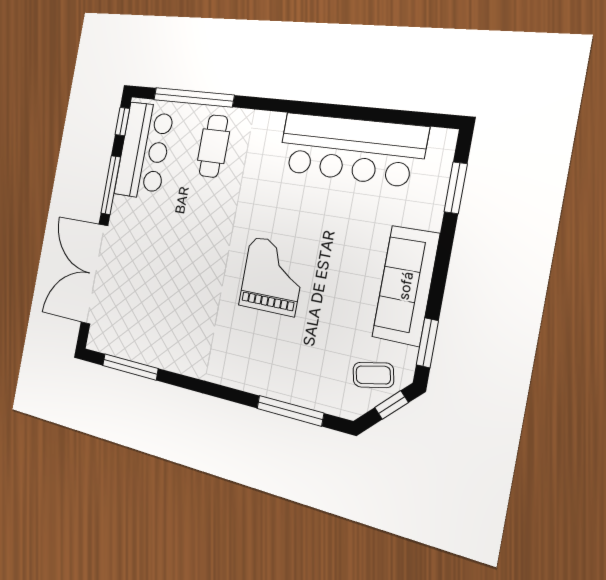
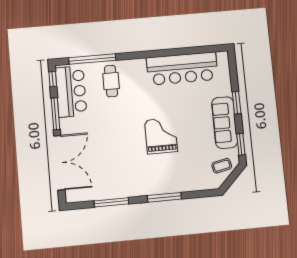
window: (456, 188) -> (237, 103), moved
double door: (94, 274) -> (59, 163), swing flipped
window: (130, 367) -> (111, 202), moved
window: (392, 405) -> (233, 176), removed
window: (290, 411) -> (164, 197), moved

